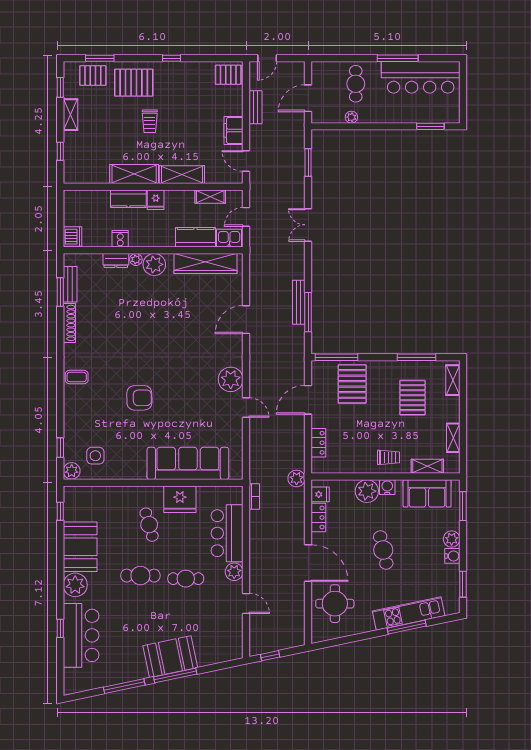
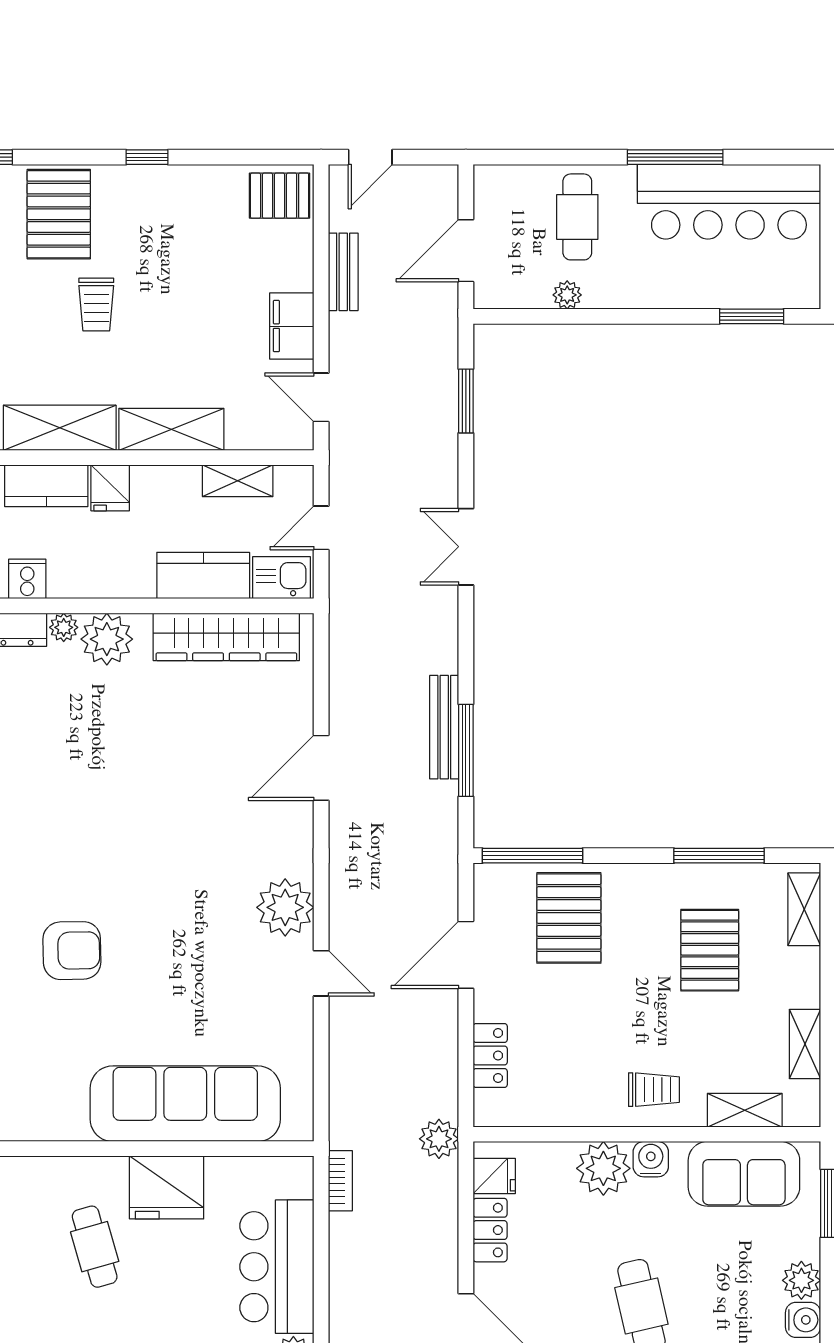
pallet: (134, 83) -> (59, 214), turned 90

